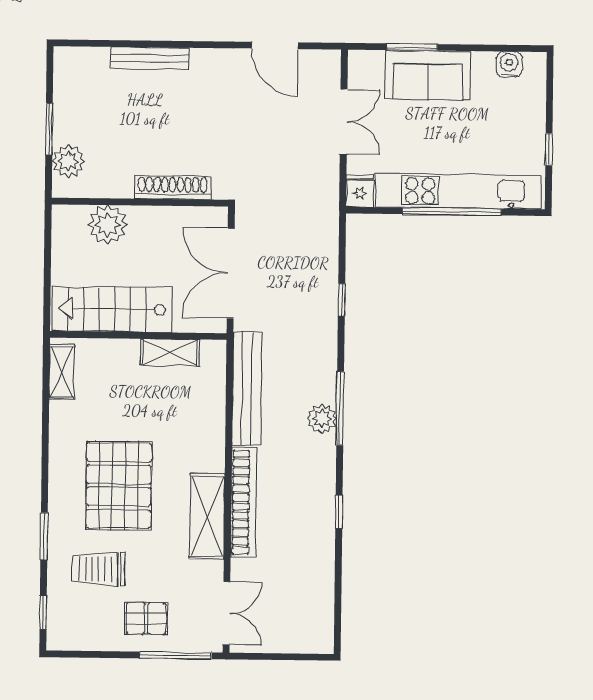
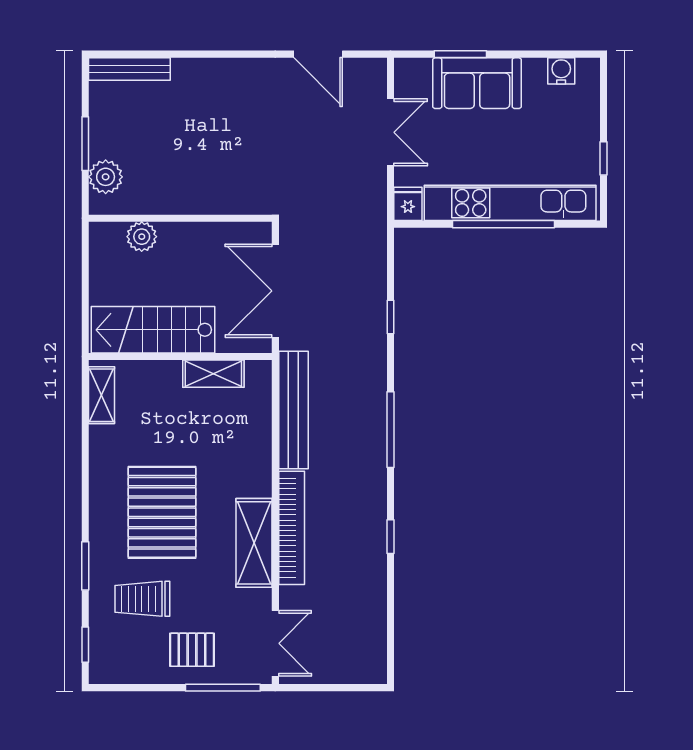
bench: (150, 58) -> (129, 69), moved
shoe rack: (173, 187) -> (214, 203), removed
plant: (108, 225) -> (142, 237), width x0.73, depth x0.73
plant: (322, 418) -> (372, 440), removed

